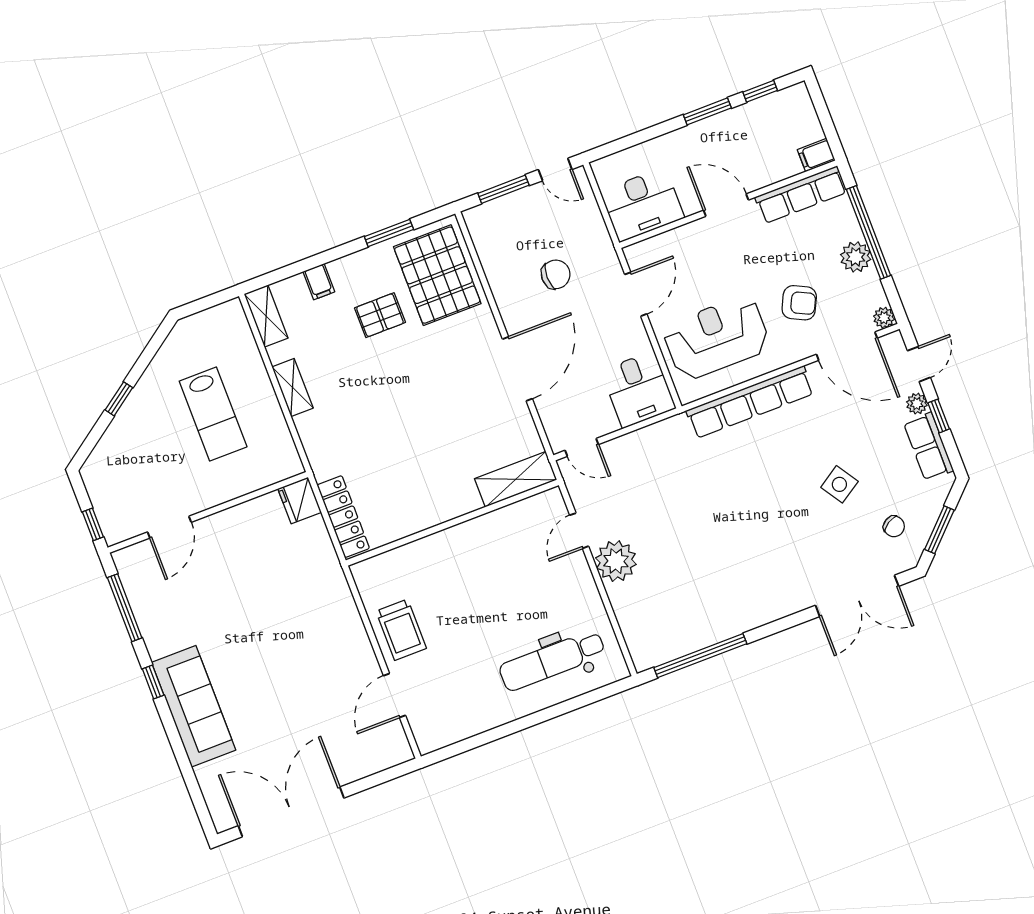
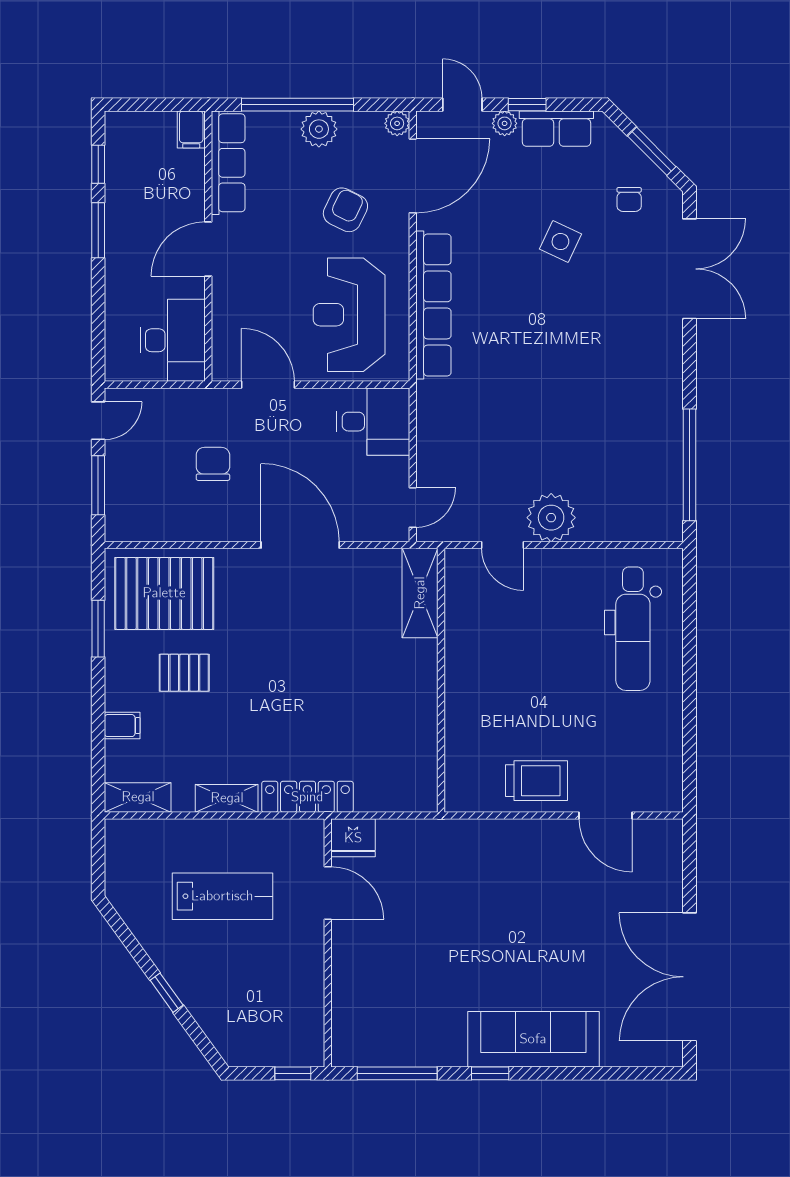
pallet: (380, 315) -> (184, 673), turned 90
side table: (839, 484) -> (560, 242), turned -32
locker: (343, 517) -> (307, 797), moved
chair: (894, 526) -> (629, 200), turned 122
door: (169, 527) -> (328, 893), moved

